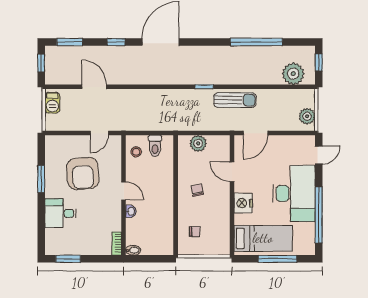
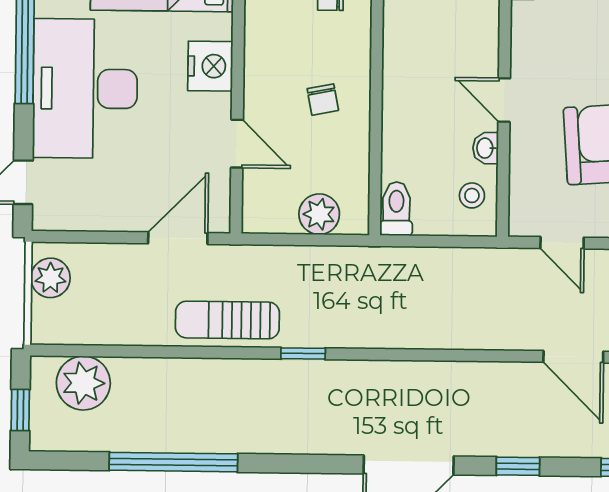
door: (99, 133) -> (562, 243), swing flipped
toilet: (155, 146) -> (396, 209), moved
washbasin: (131, 211) -> (486, 148), moved

